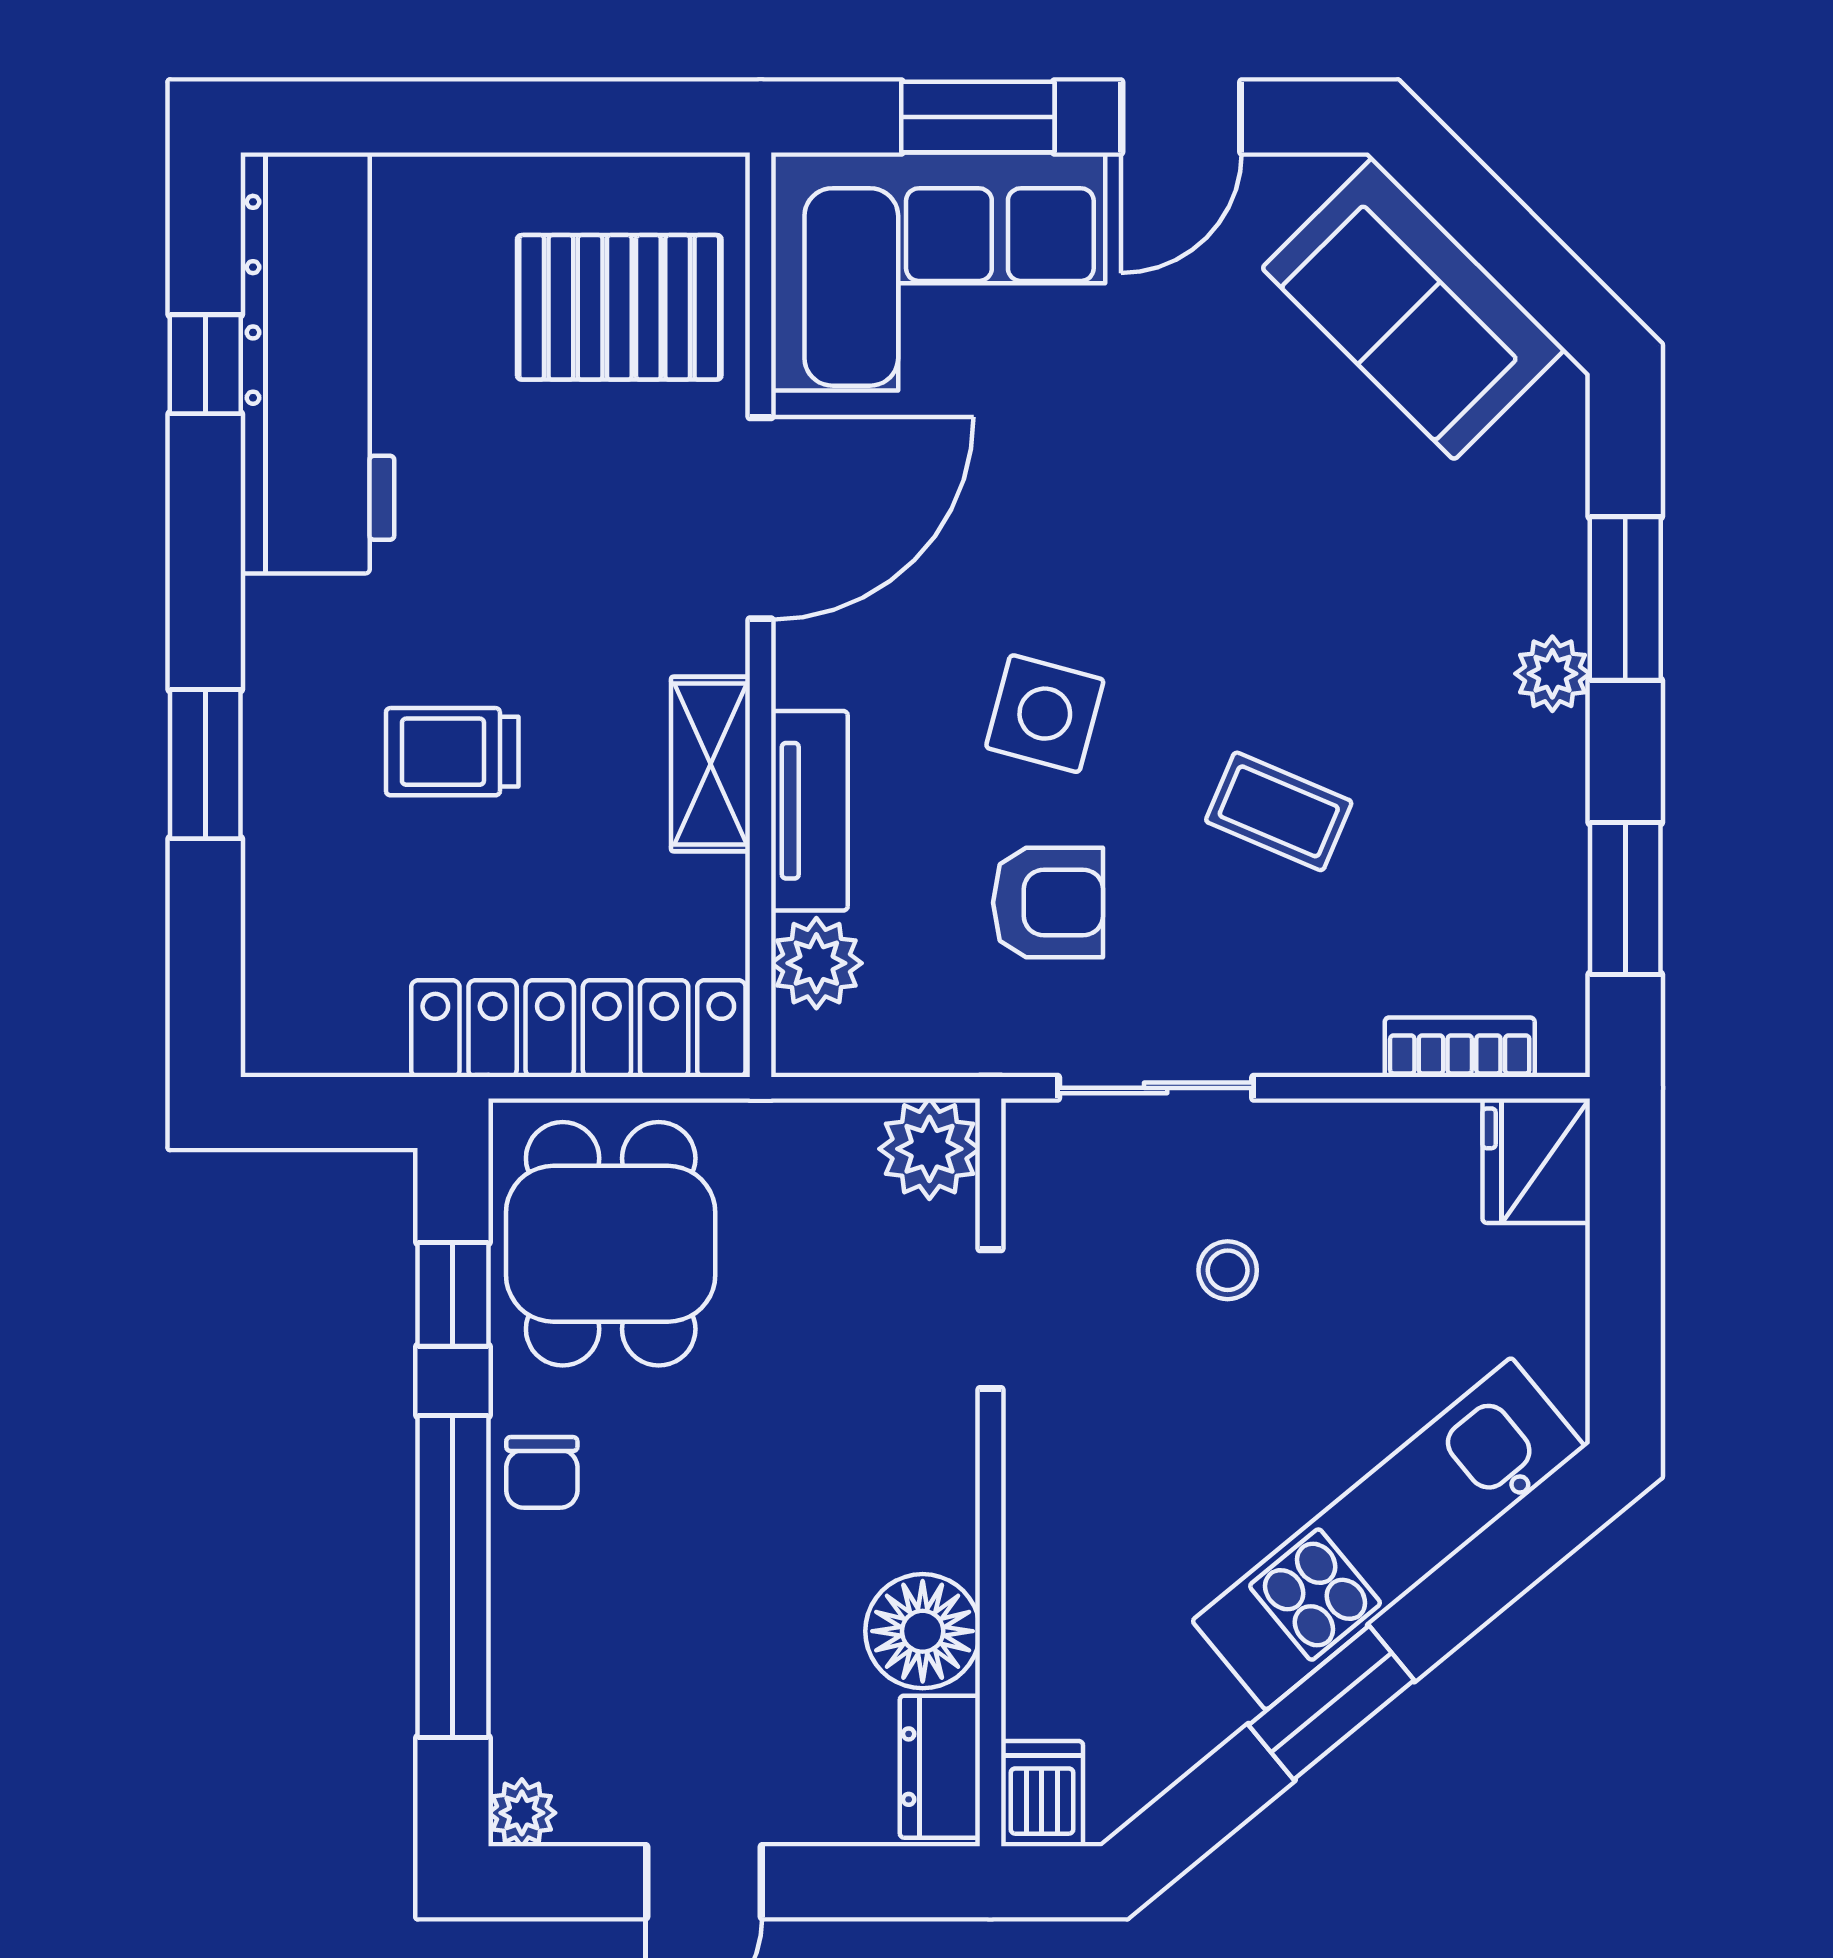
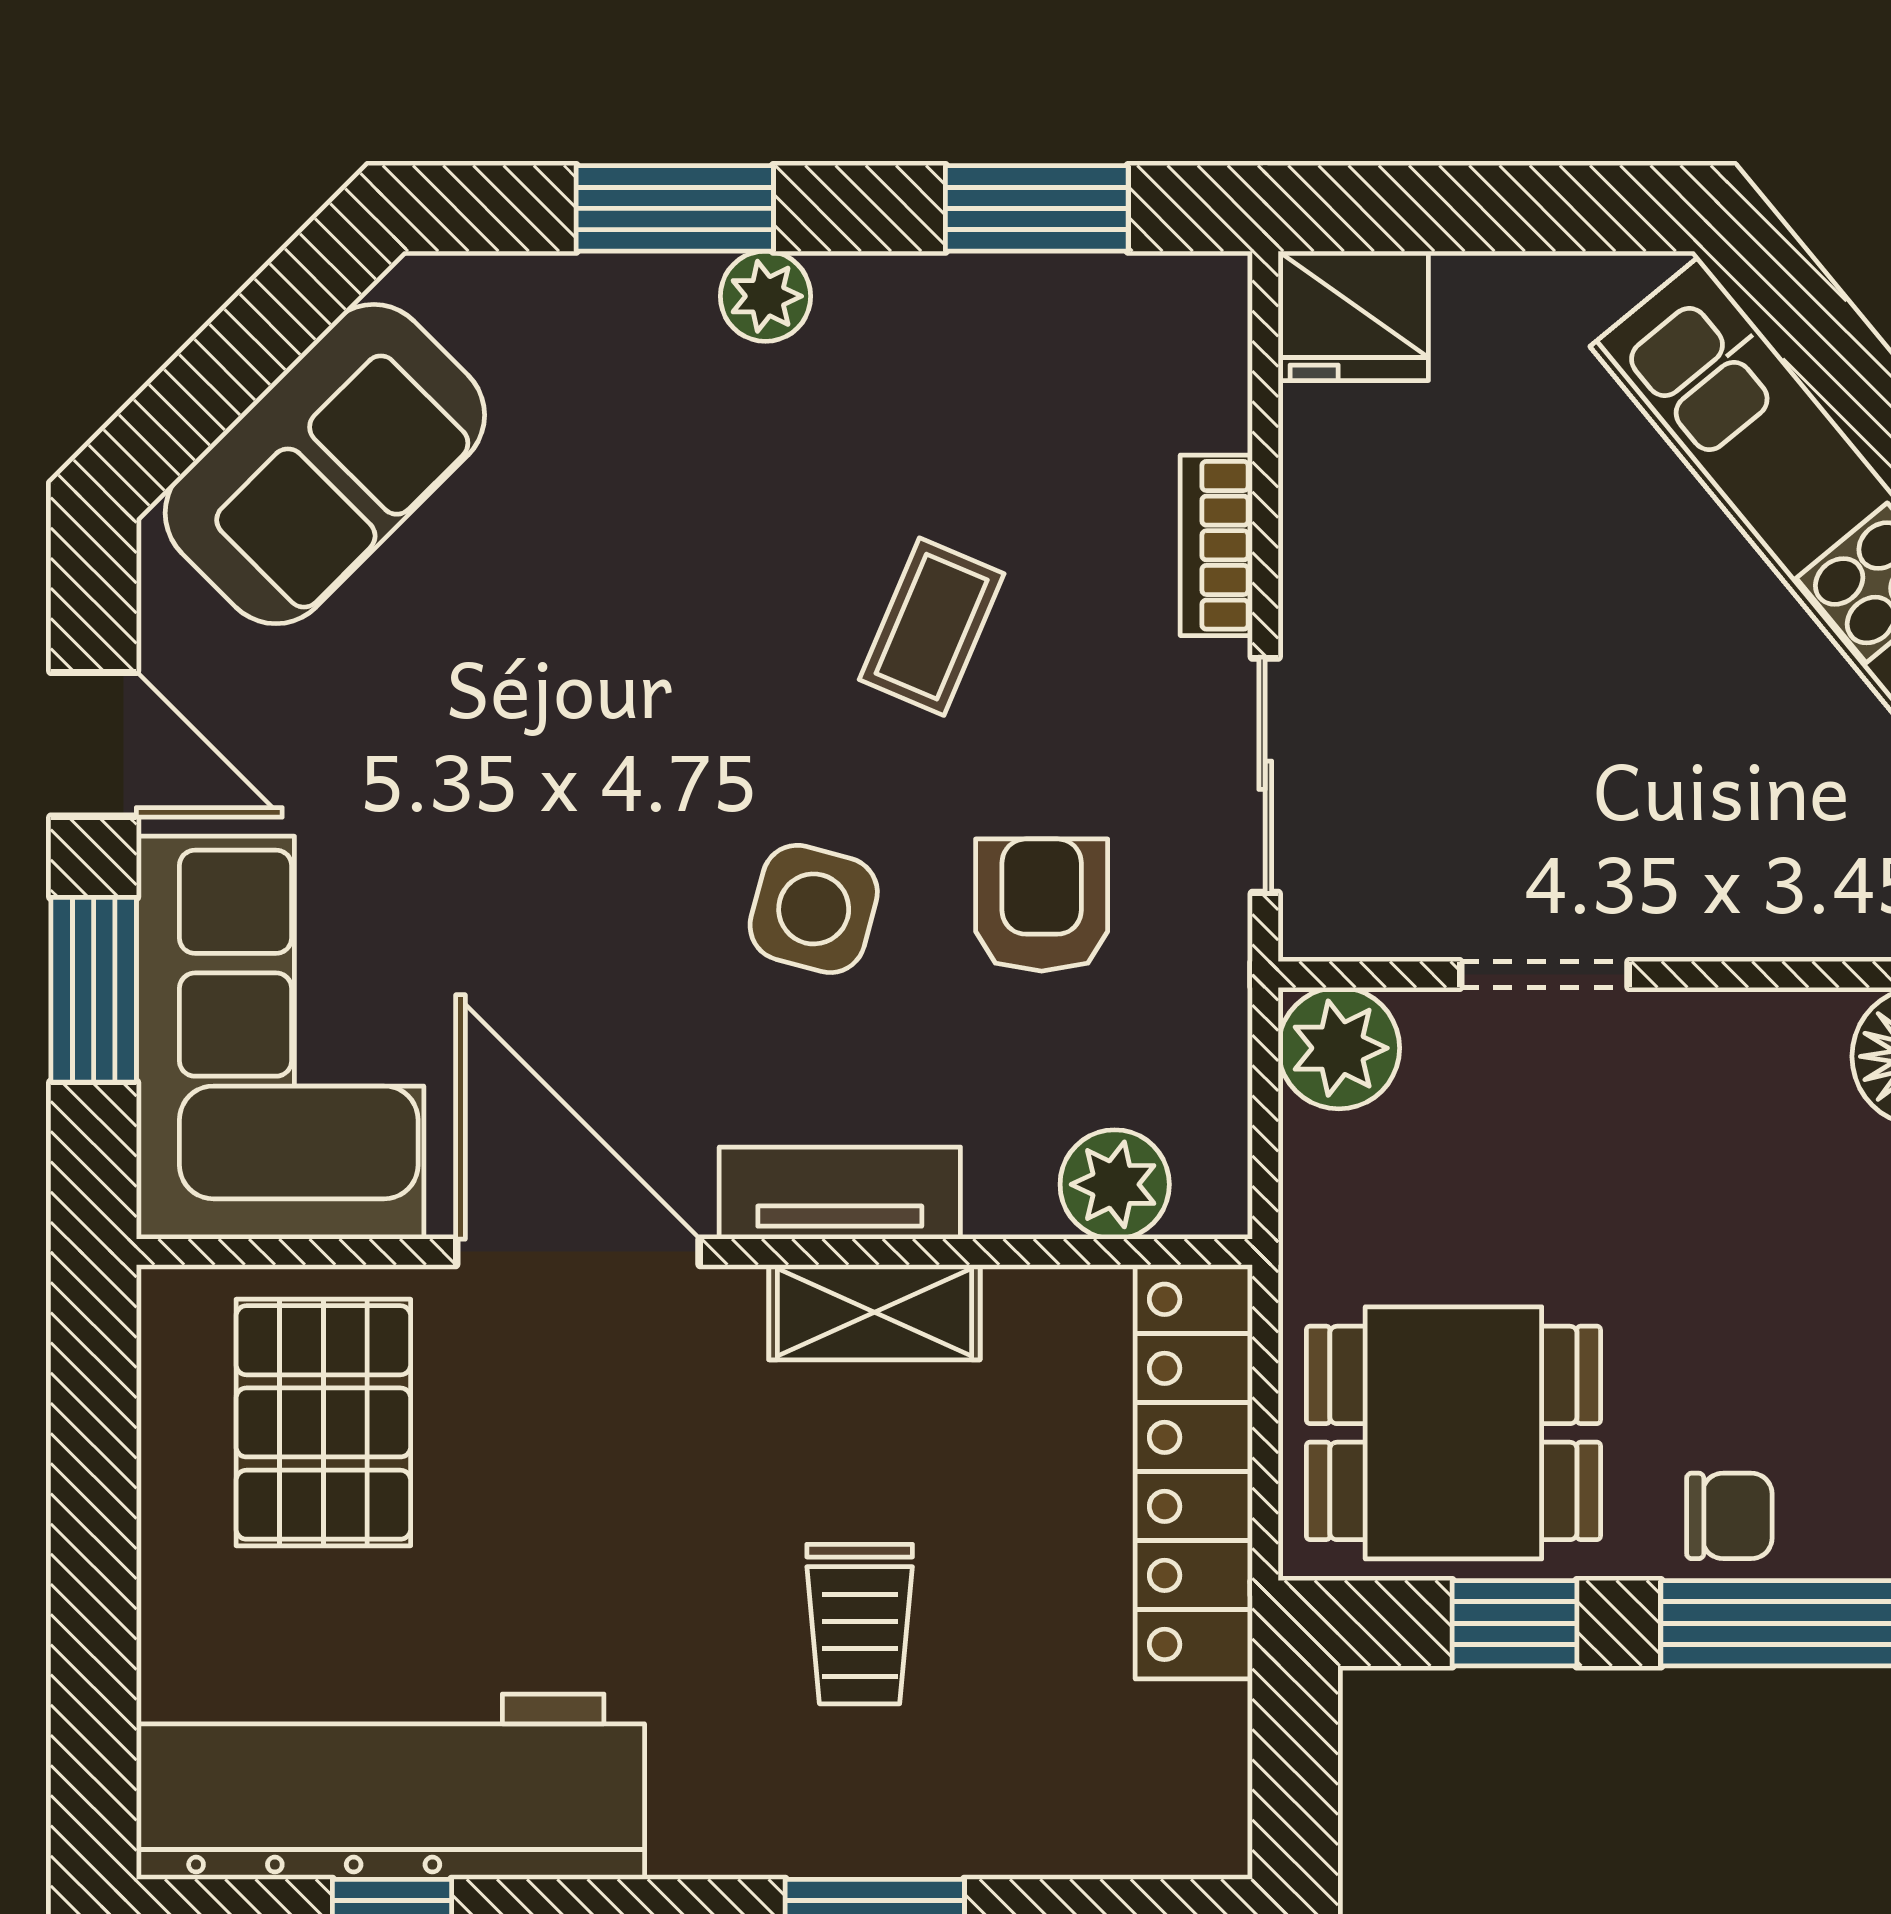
tv unit: (809, 811) -> (840, 1193), moved
bookcase: (1460, 1047) -> (1216, 545), moved
stool: (1228, 1270) -> (1485, 688), removed

